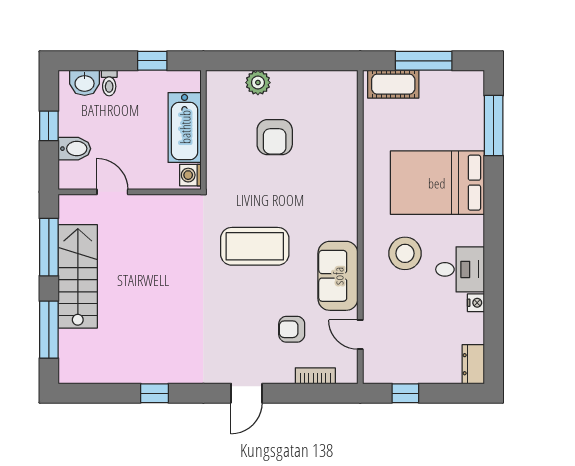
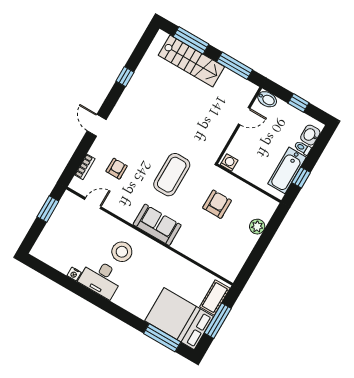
bathtub: (185, 127) -> (287, 170), moved, turned -90
armchair: (275, 137) -> (217, 204), moved, turned 90
bidet: (74, 149) -> (267, 99), moved, turned -90
bed: (437, 183) -> (179, 319), moved, turned -90
desk: (460, 269) -> (101, 278), width x1.37
stairs: (78, 276) -> (191, 61), moved
sofa: (338, 276) -> (157, 225), moved
dresser: (473, 364) -> (42, 254), removed
window: (405, 393) -> (48, 209), width x1.50

